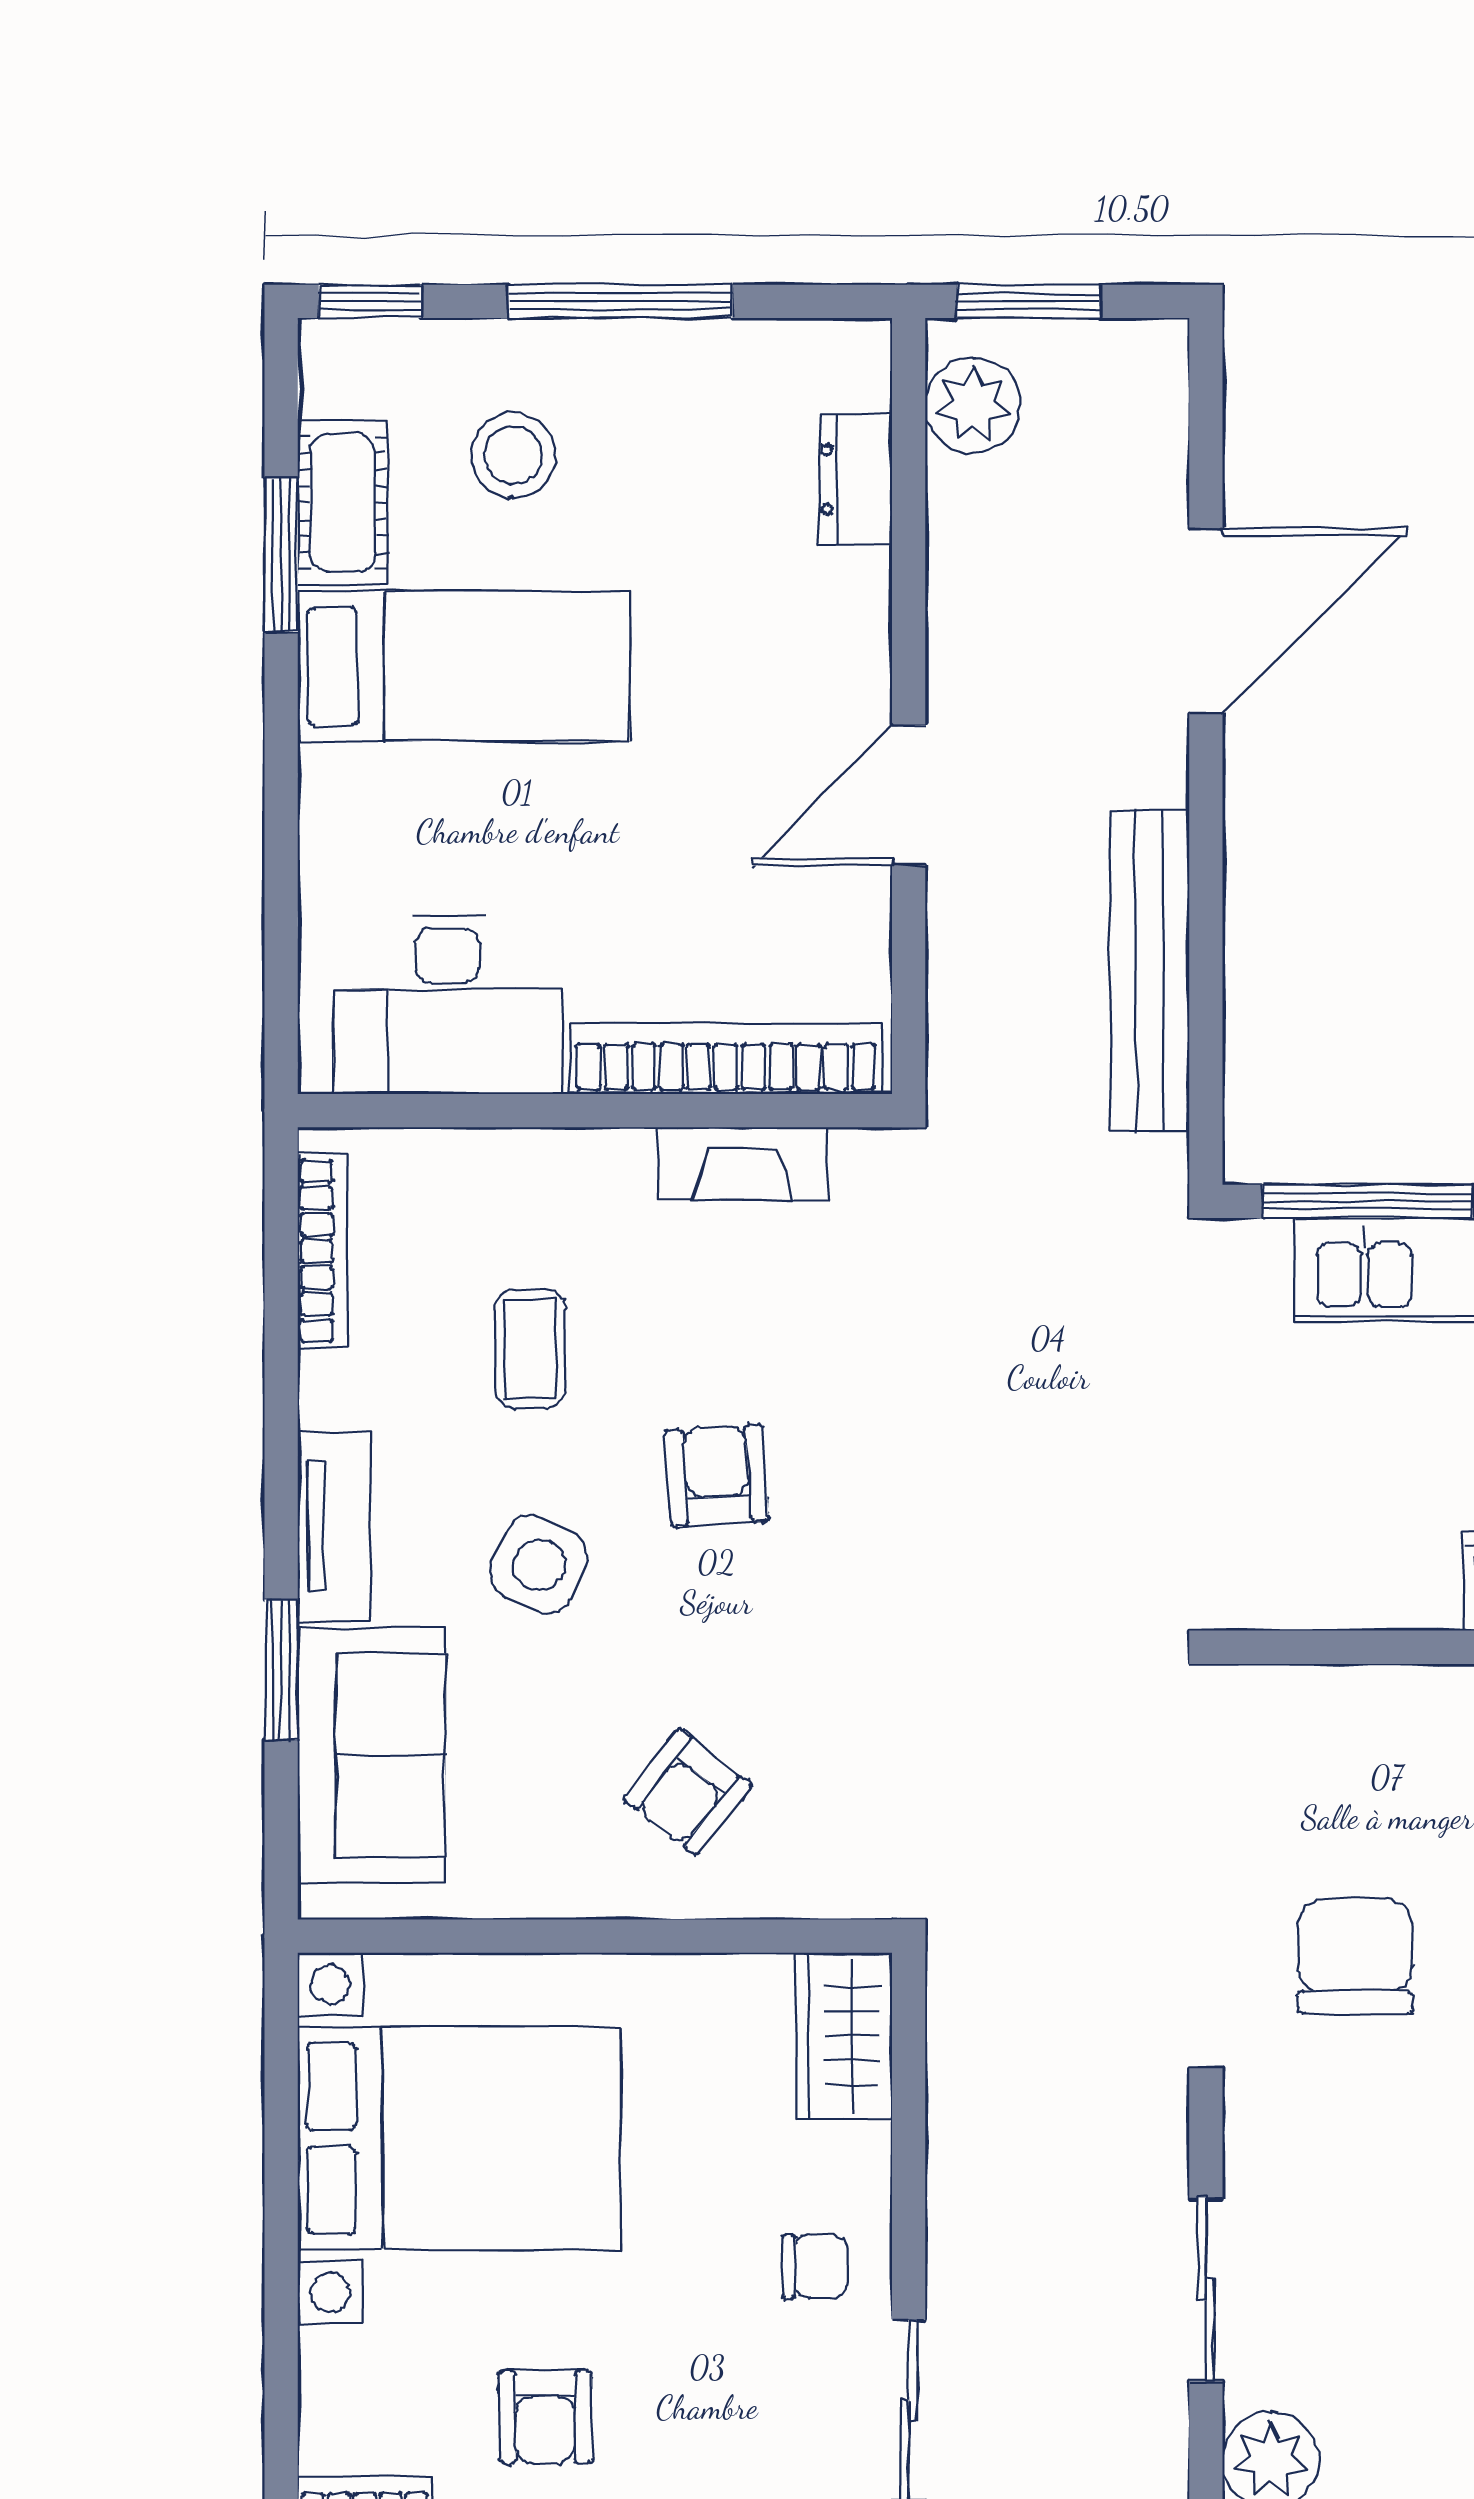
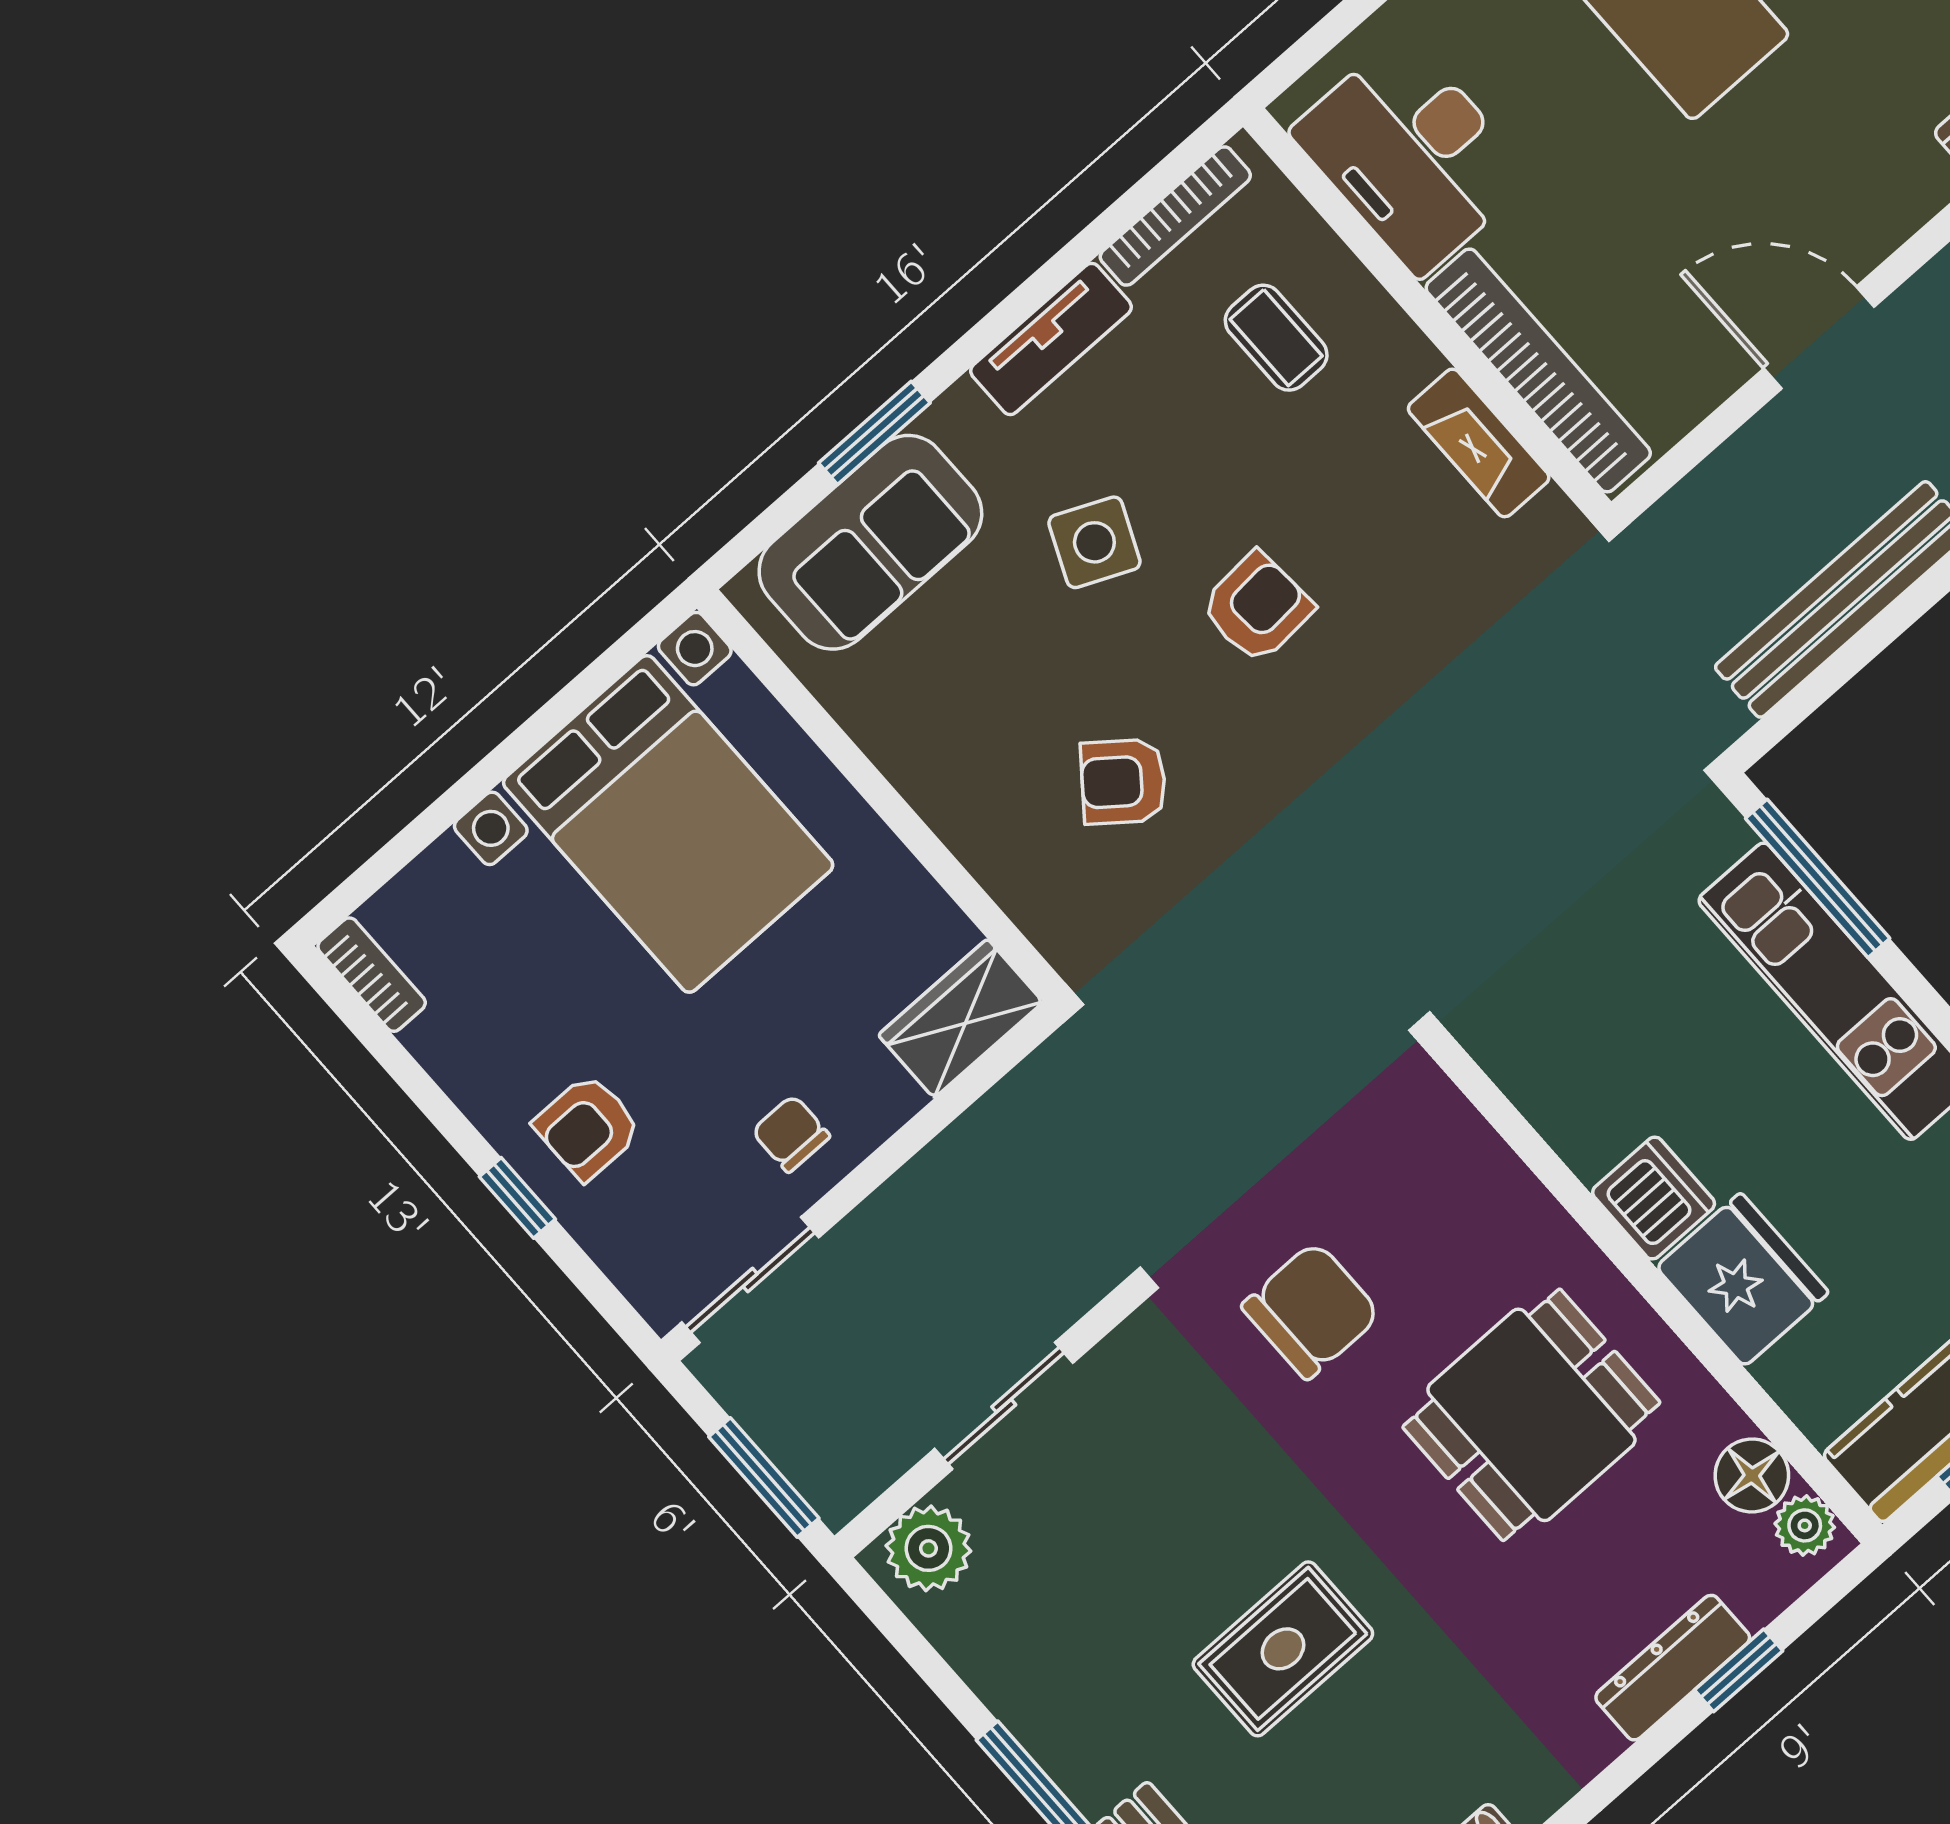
coffee table: (530, 1349) -> (1276, 338), moved, turned 90
tv unit: (334, 1527) -> (1051, 339), moved
armchair: (688, 1792) -> (1123, 782), moved
chair: (815, 2266) -> (791, 1134), turned 180
armchair: (545, 2417) -> (588, 1127), moved

